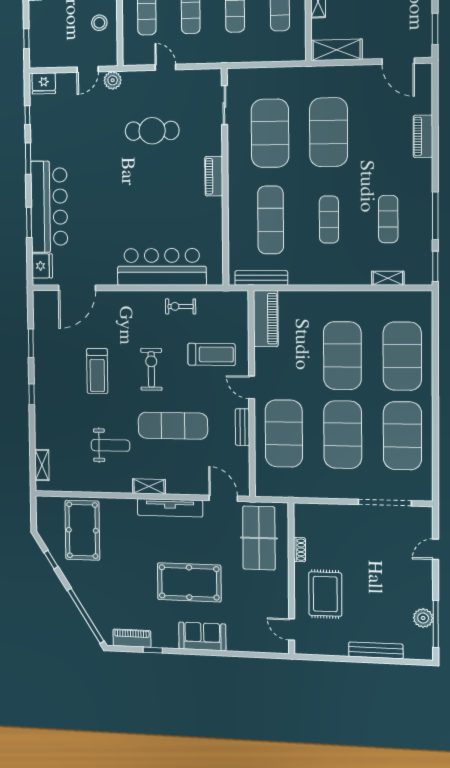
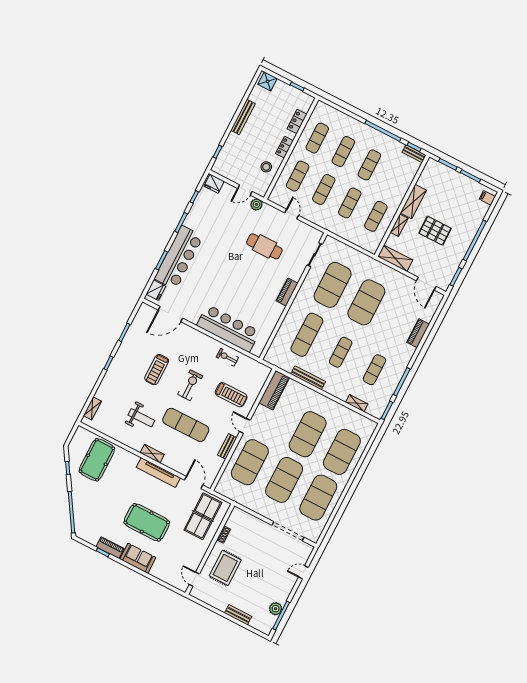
bench: (261, 278) -> (308, 378), moved
piano: (132, 638) -> (110, 548), moved
bench: (376, 650) -> (238, 615), width x0.73

